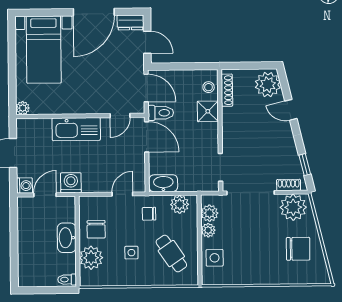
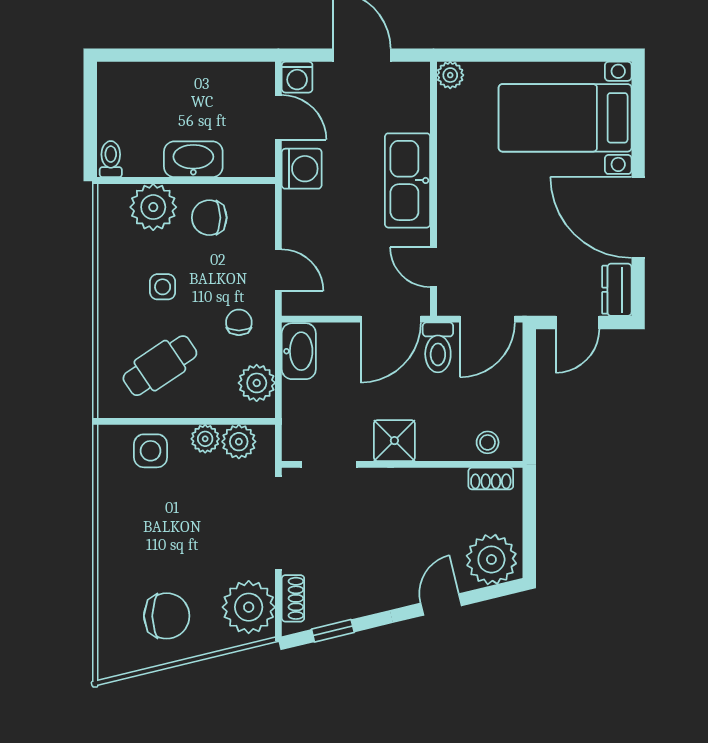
shoe rack: (227, 90) -> (491, 479), width x0.70
shower: (208, 111) -> (394, 441), moved
chair: (298, 249) -> (167, 616), turned -90

